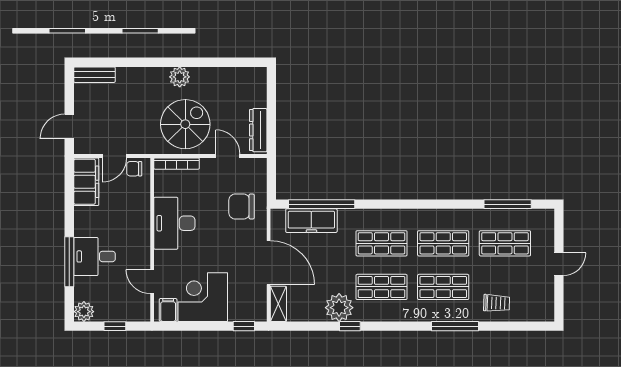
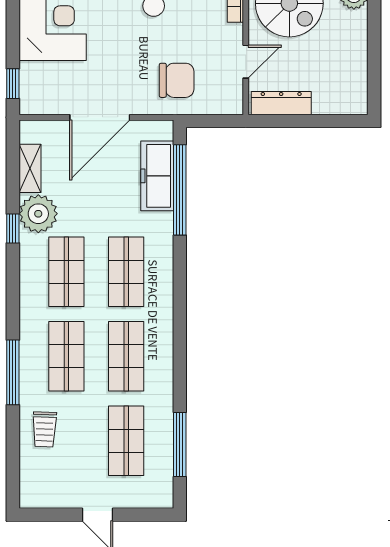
chair: (242, 206) -> (177, 80), turned 90
shelving: (278, 304) -> (30, 168), moved, turned 90

